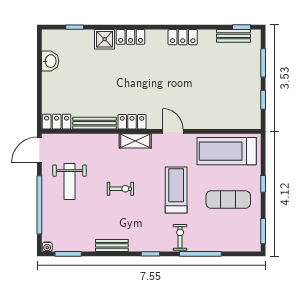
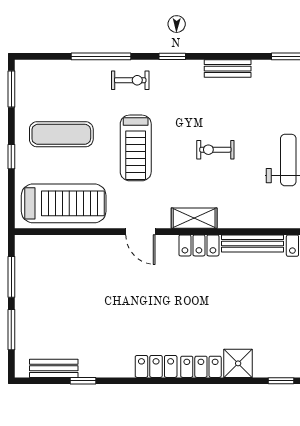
window: (241, 27) -> (83, 381), moved
locker: (183, 37) -> (156, 366), moved
window: (263, 100) -> (11, 277), width x1.50
exercise bike: (180, 237) -> (130, 80), turned -90

